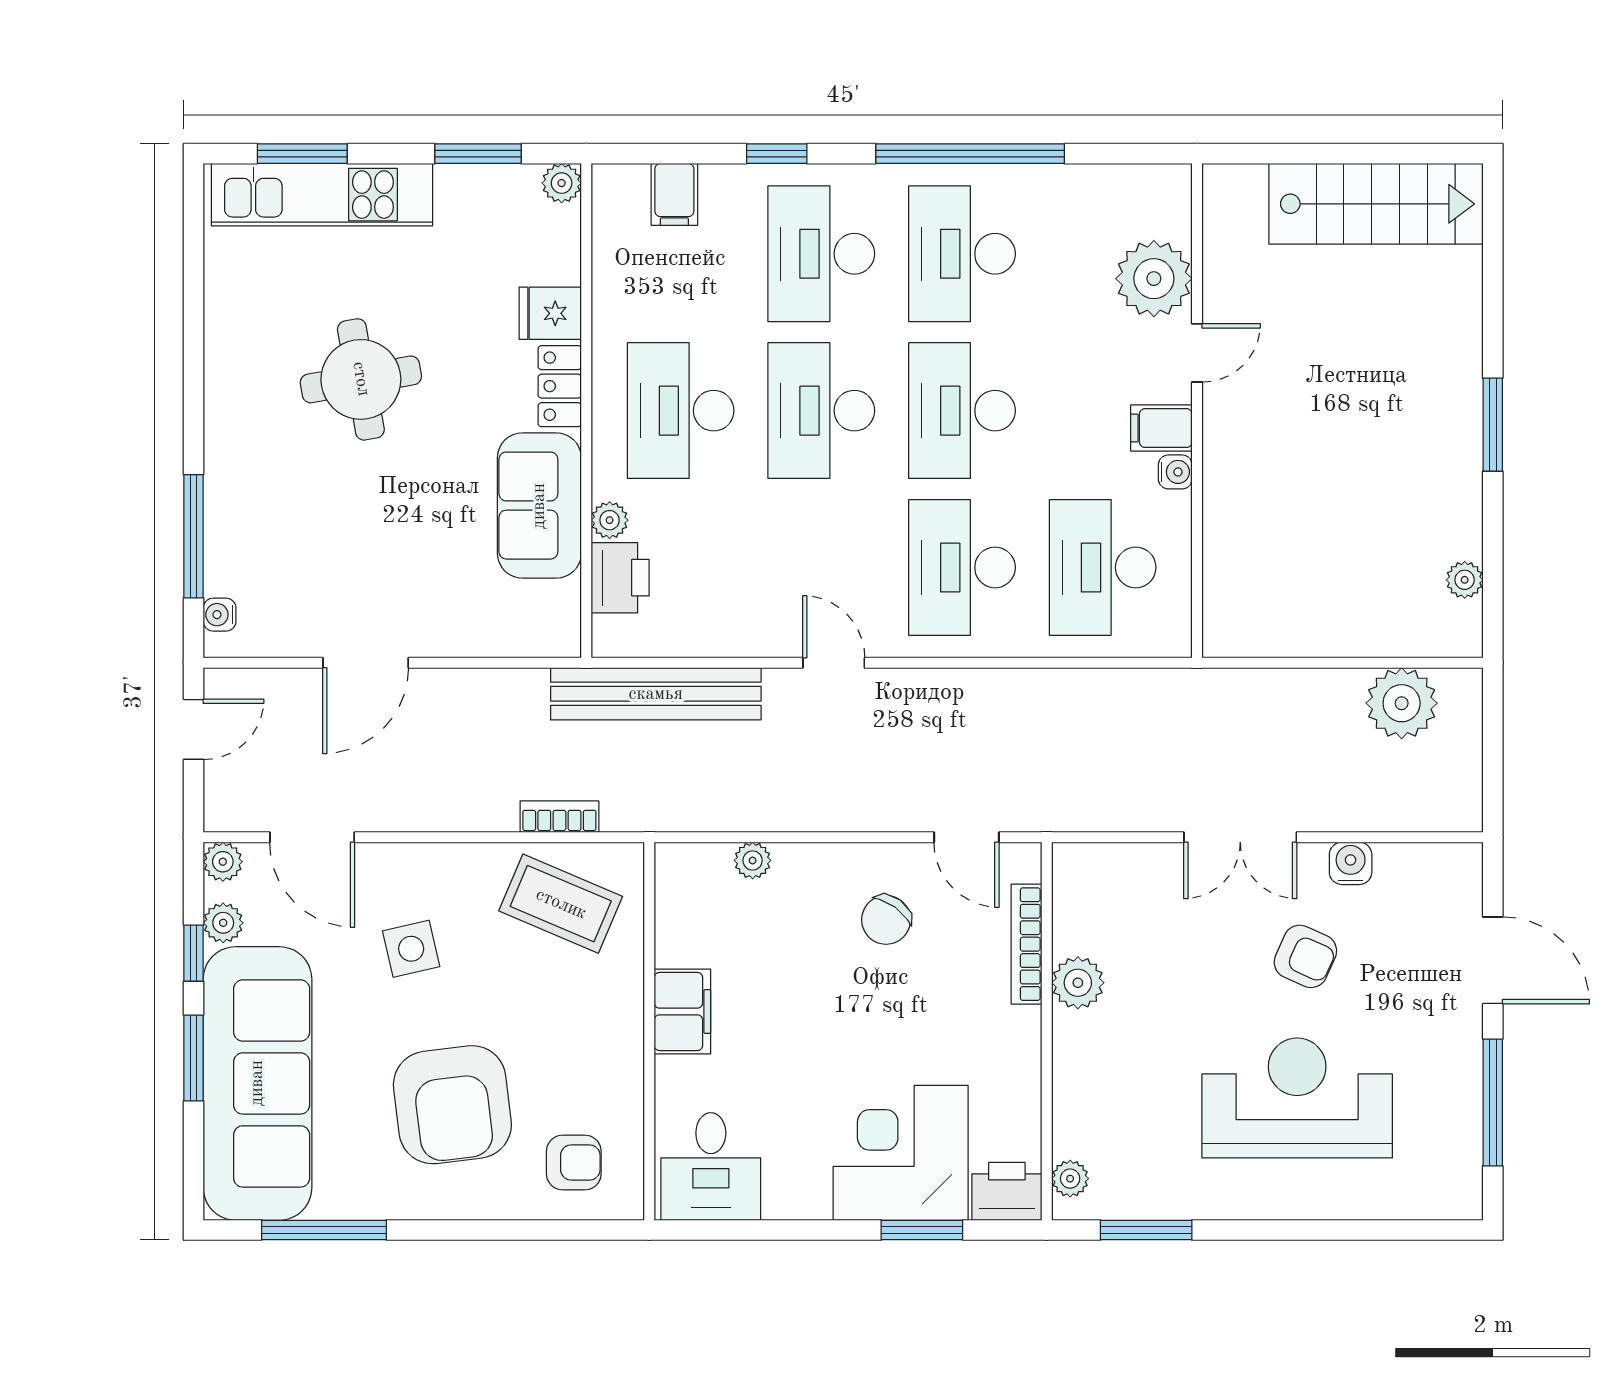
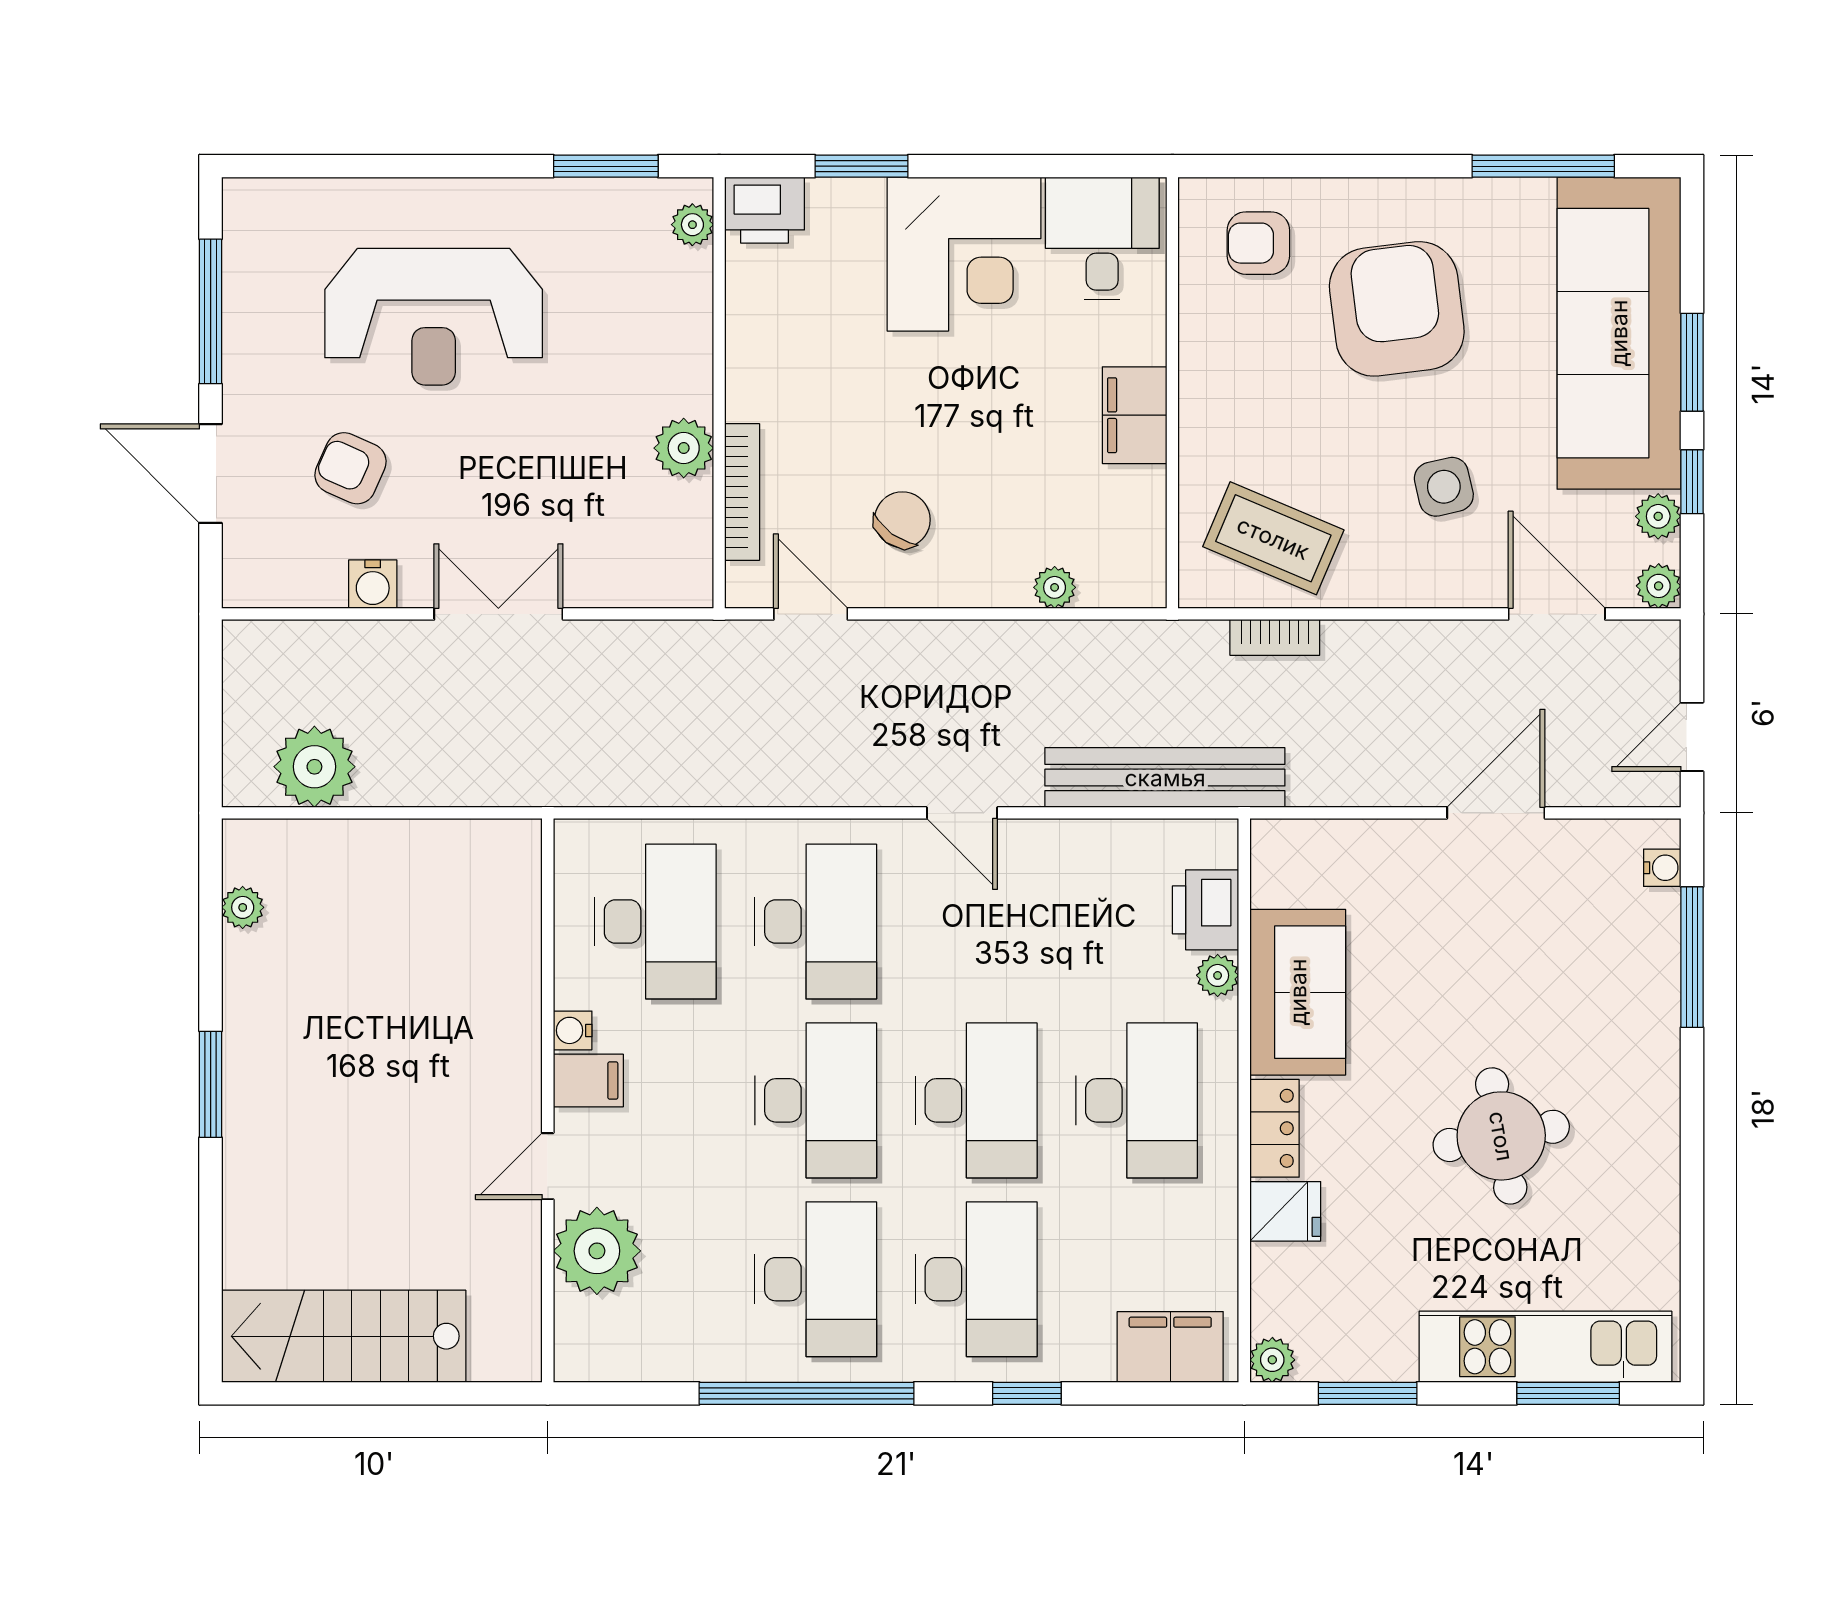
filing cabinet: (674, 194) -> (1170, 1347), width x2.00
armchair: (1305, 956) -> (351, 468), moved
corner desk: (901, 1153) -> (964, 254), moved

